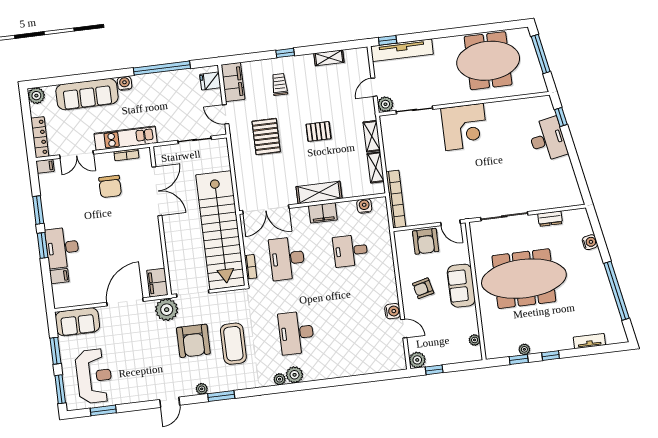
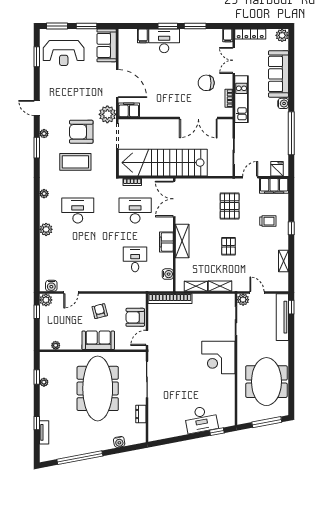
pallet: (266, 137) -> (230, 206), turned 90
water cooler: (393, 311) -> (51, 286), moved
window: (551, 356) -> (37, 423), moved
plant: (295, 375) -> (46, 229), moved

